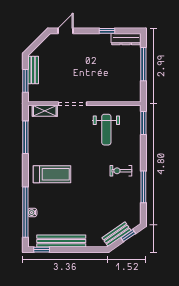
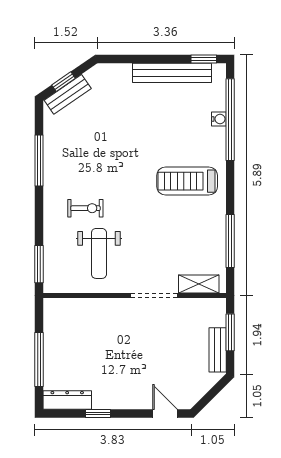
door: (66, 31) -> (165, 413), swing flipped
weight bench: (106, 130) -> (99, 253), turned 180
exercise bike: (121, 171) -> (85, 208), moved
bench: (116, 234) -> (68, 94), moved

